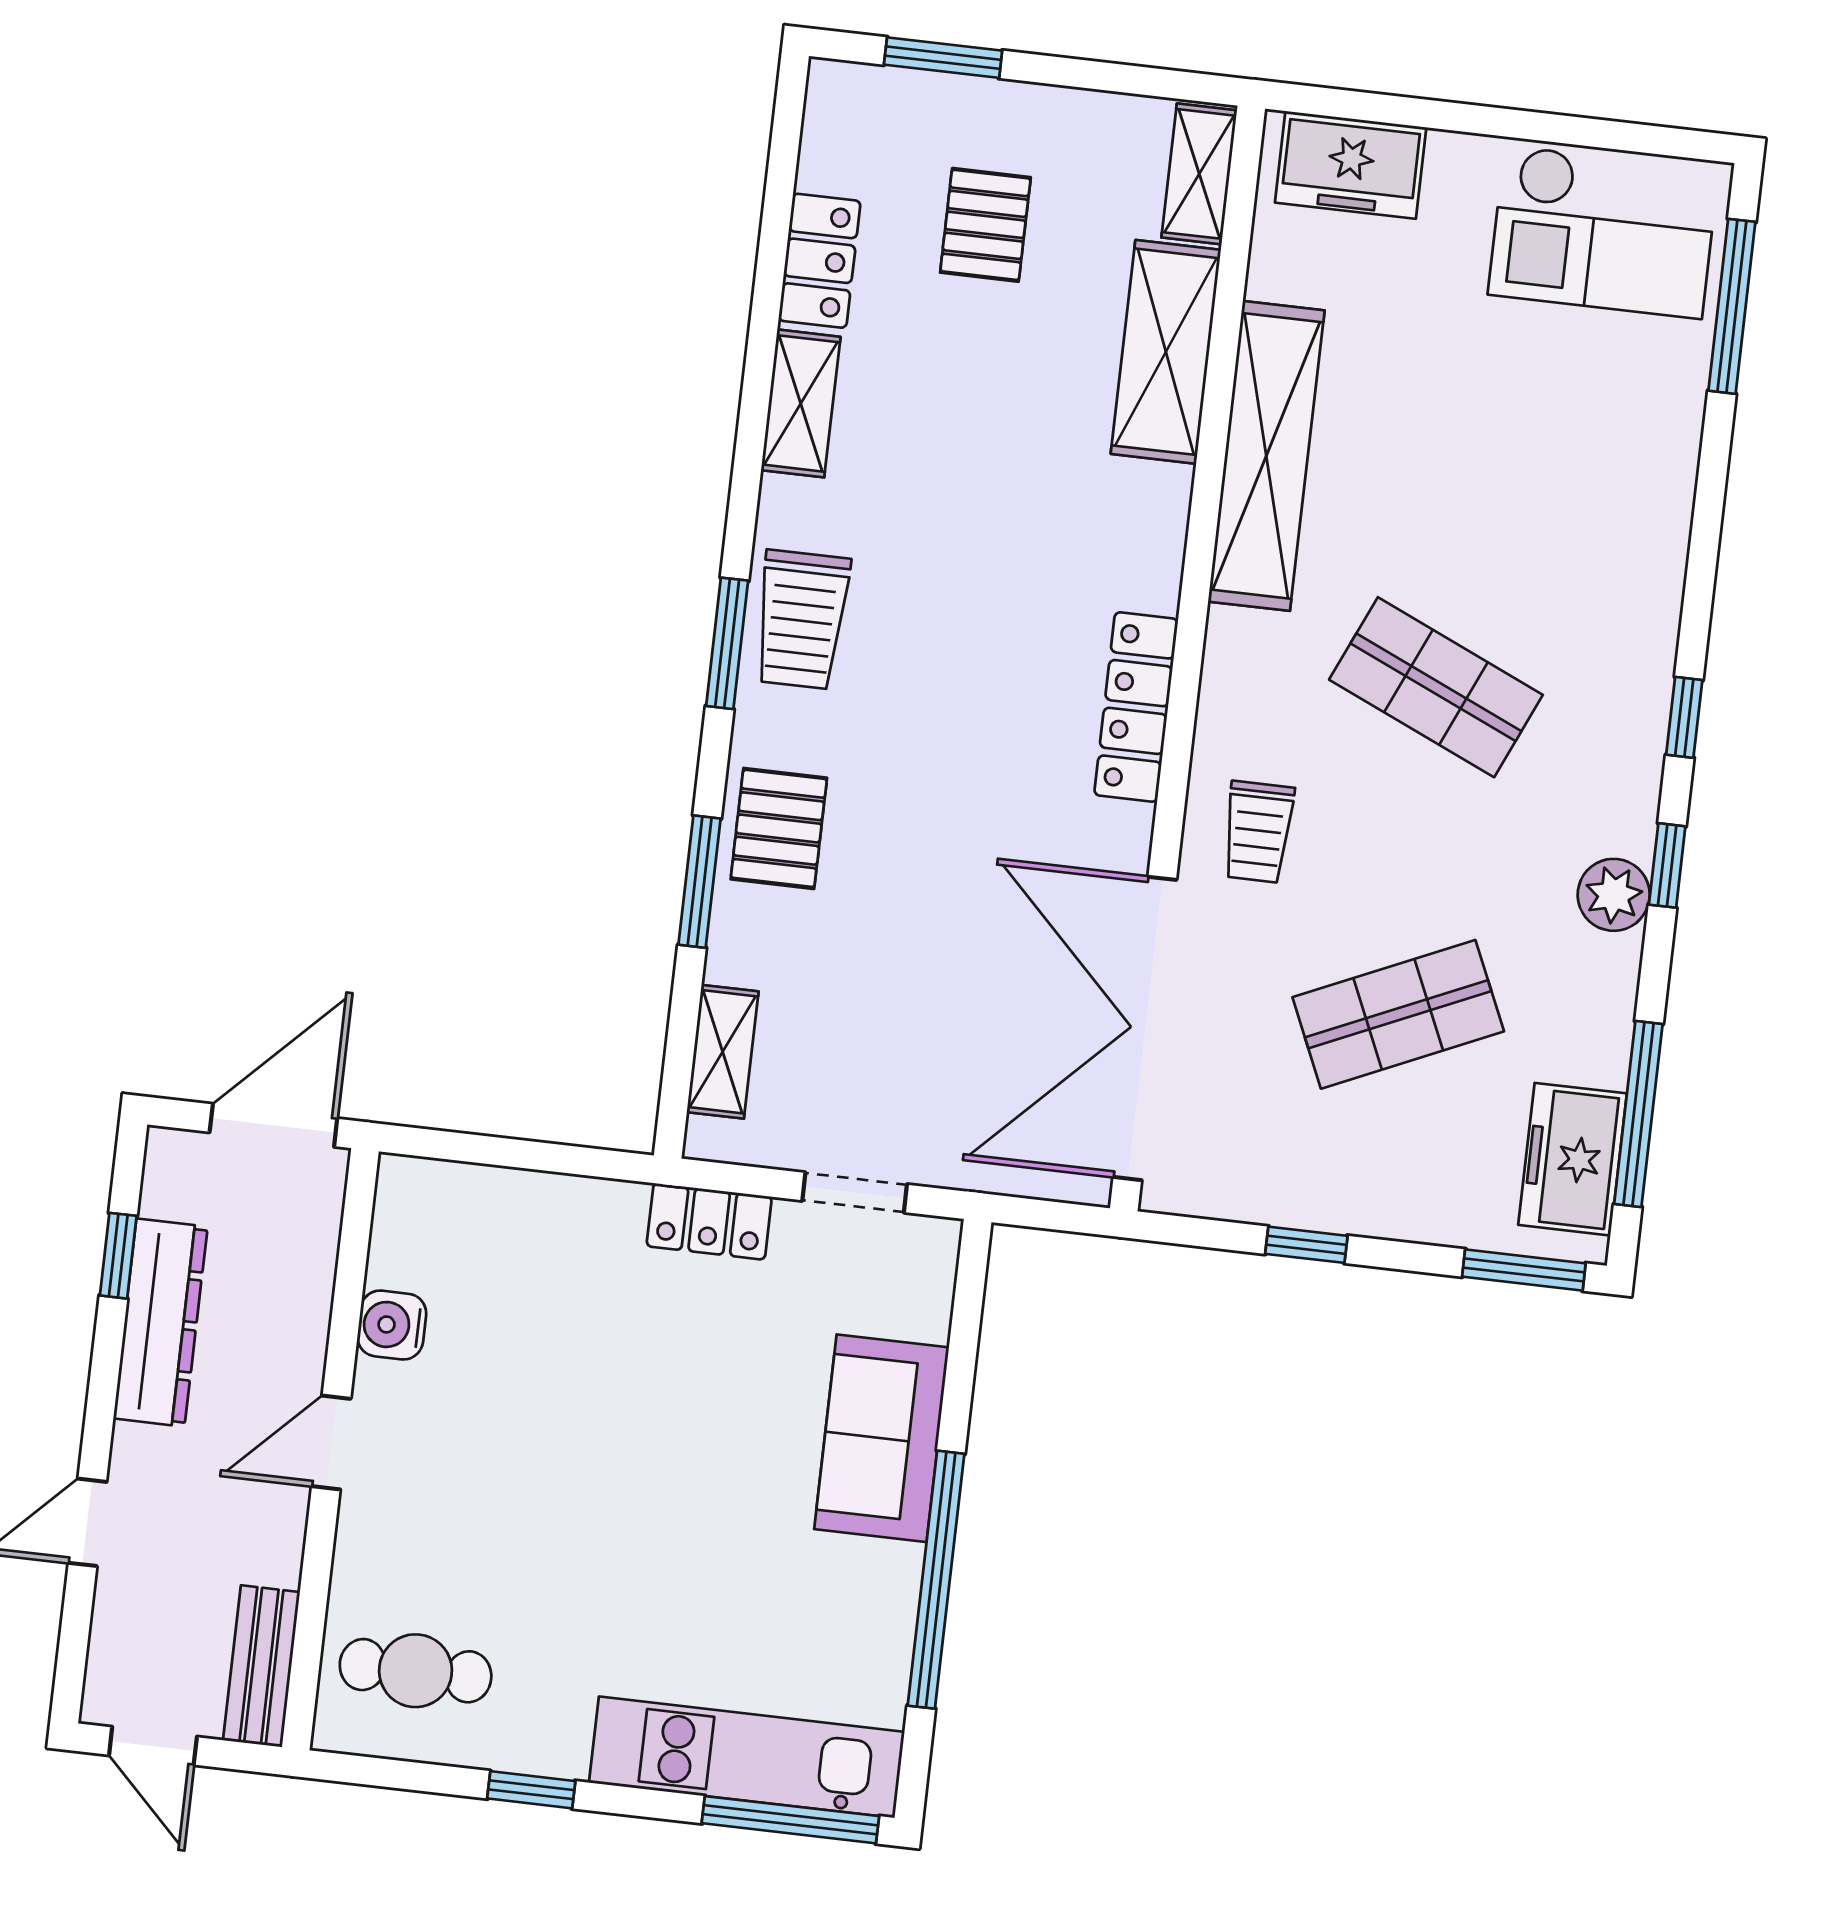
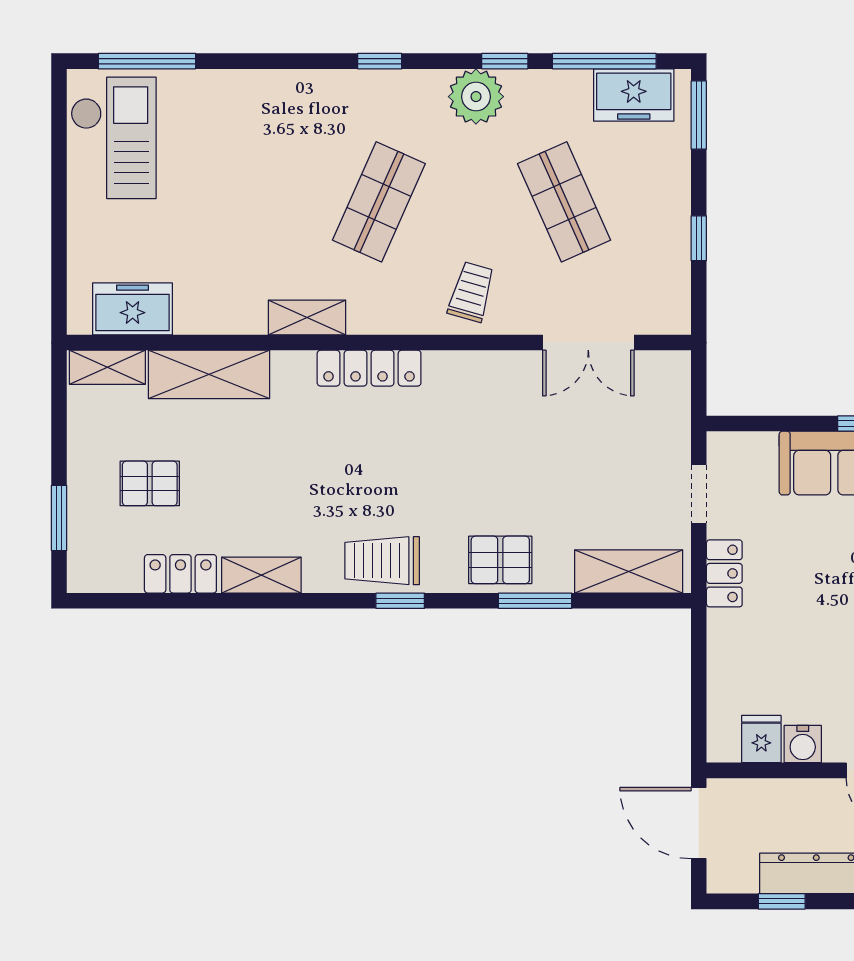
freezer: (1351, 165) -> (133, 309), moved, turned -90
shelving: (1266, 456) -> (307, 317), width x0.45, depth x0.75
trolley: (802, 620) -> (382, 561), turned 180
window: (727, 643) -> (400, 601), width x0.67
locker: (1136, 707) -> (369, 368), moved
trolley: (1258, 832) -> (471, 292), turned -74
window: (1667, 865) -> (505, 61), moved
plant: (1614, 895) -> (476, 97), width x1.36, depth x1.36
double door: (1145, 1028) -> (588, 343), width x0.54
shelving: (723, 1052) -> (629, 571), width x1.50, depth x1.33
fridge: (409, 1253) -> (761, 739), added

